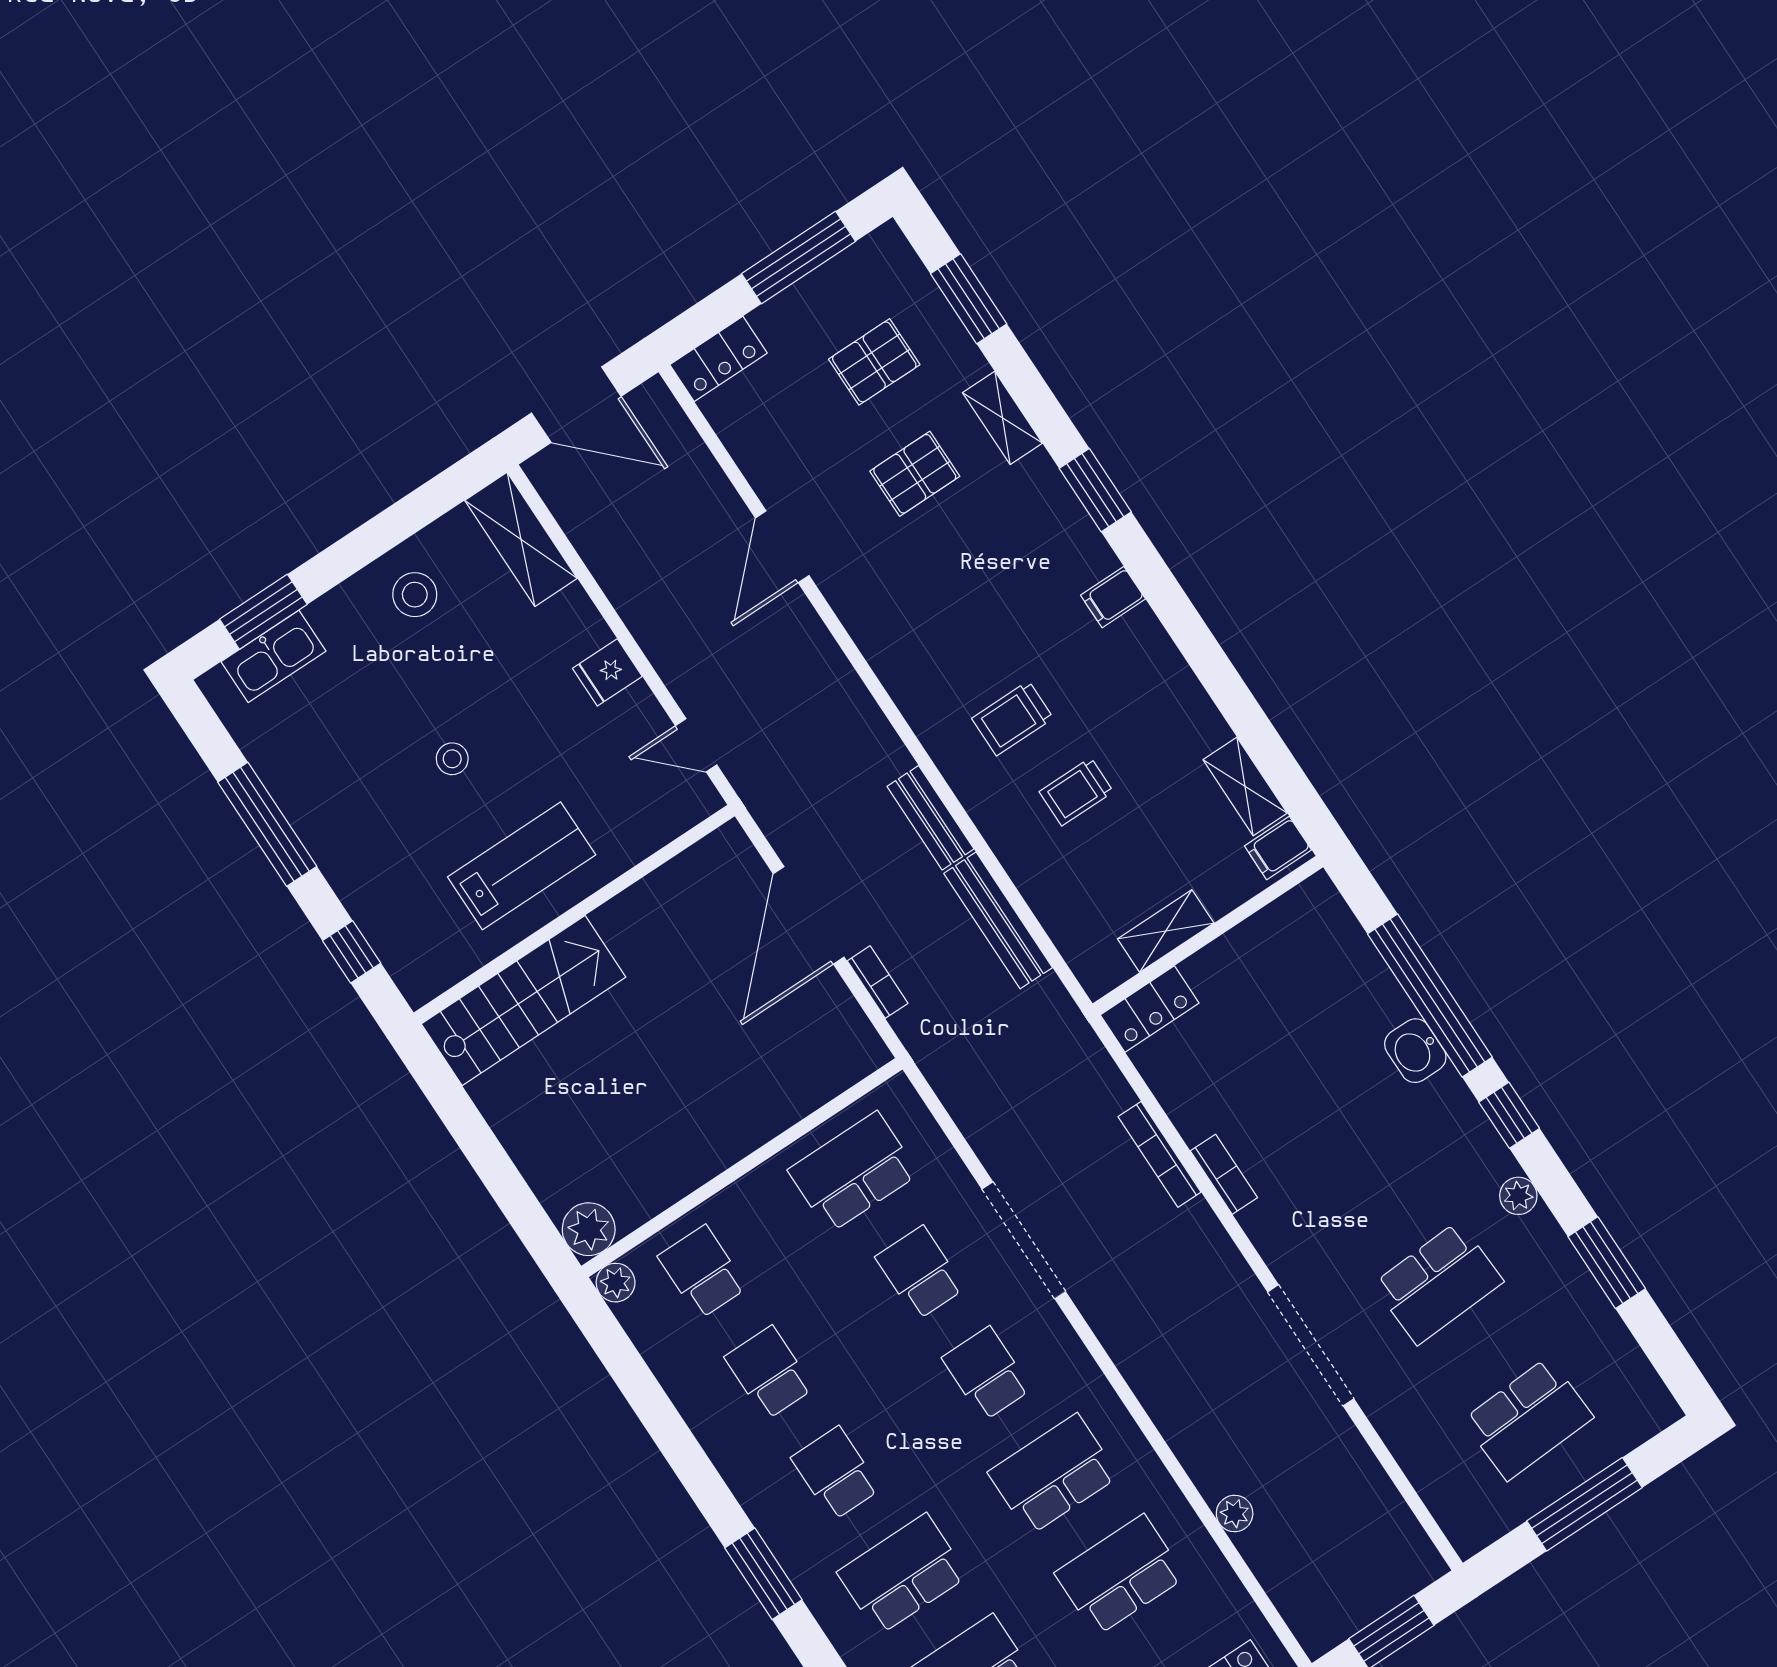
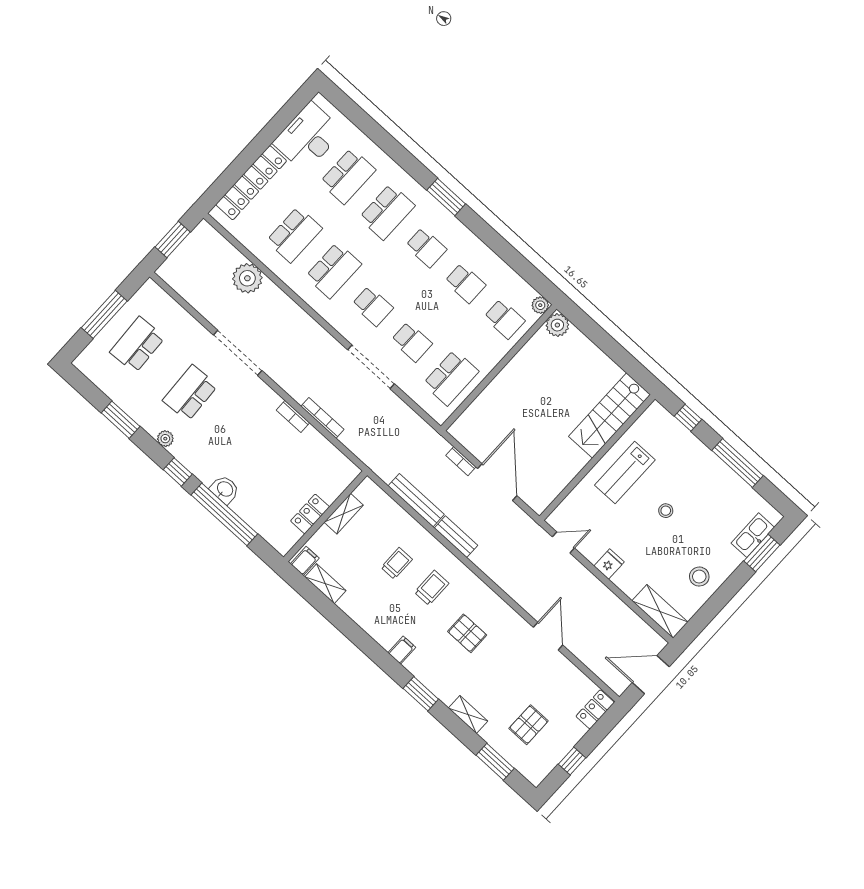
window: (799, 258) -> (572, 761), width x0.46
pallet: (915, 474) -> (467, 633), moved, turned 90
locker: (1150, 1009) -> (310, 514), moved
plant: (1235, 1513) -> (247, 278), width x1.88, depth x1.88

